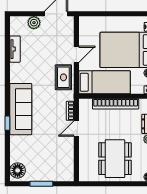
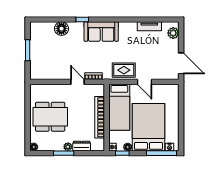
plant: (34, 23) -> (173, 33), moved
sofa: (21, 109) -> (101, 32), width x0.73
floor lamp: (18, 170) -> (61, 29), moved

